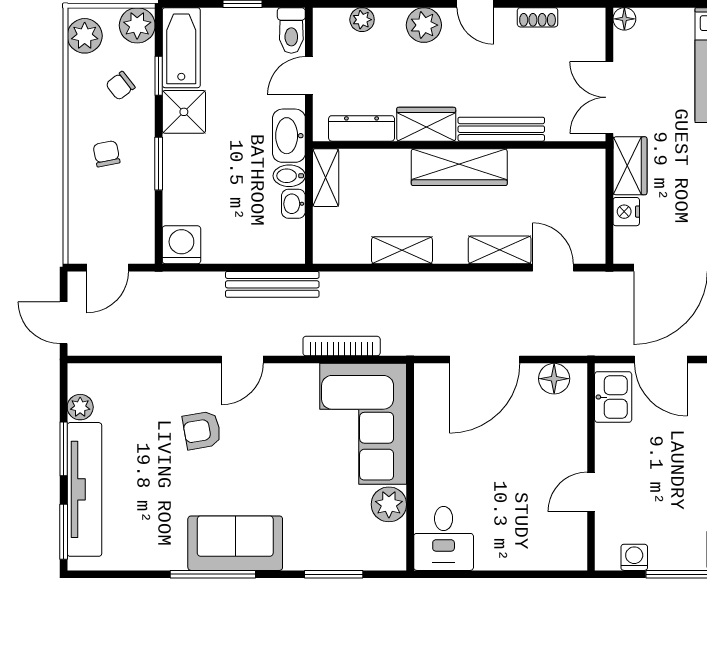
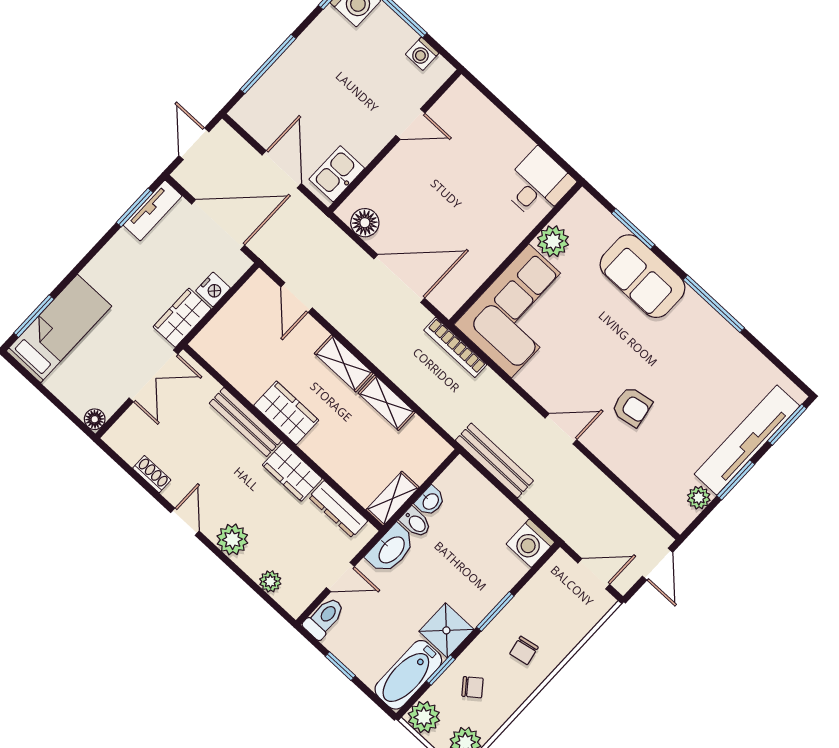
wardrobe: (459, 167) -> (286, 413), width x0.67
shelving: (500, 250) -> (344, 363), moved
bookcase: (342, 346) -> (455, 347), moved
sofa: (235, 543) -> (643, 276), moved

